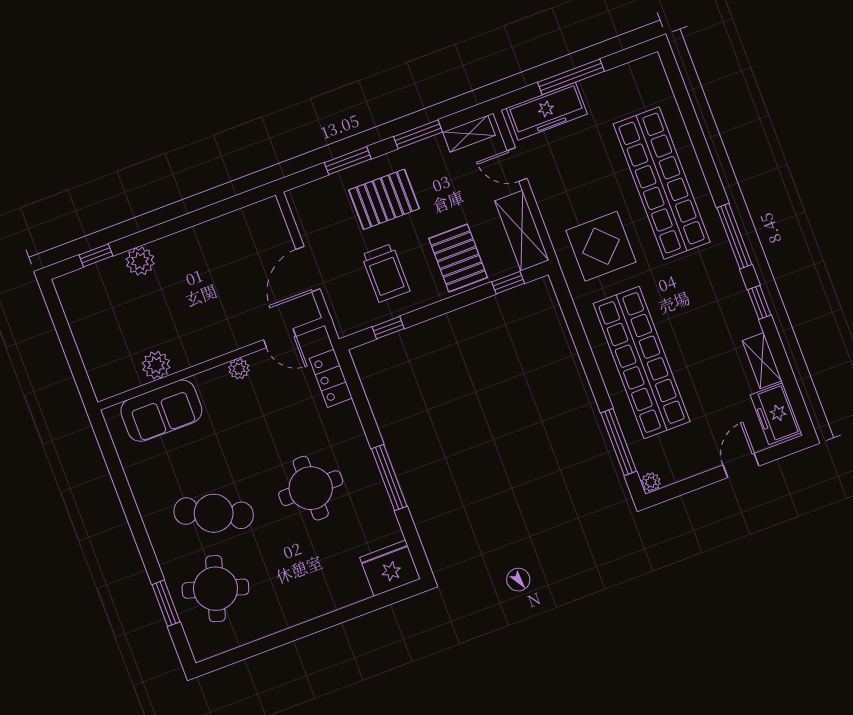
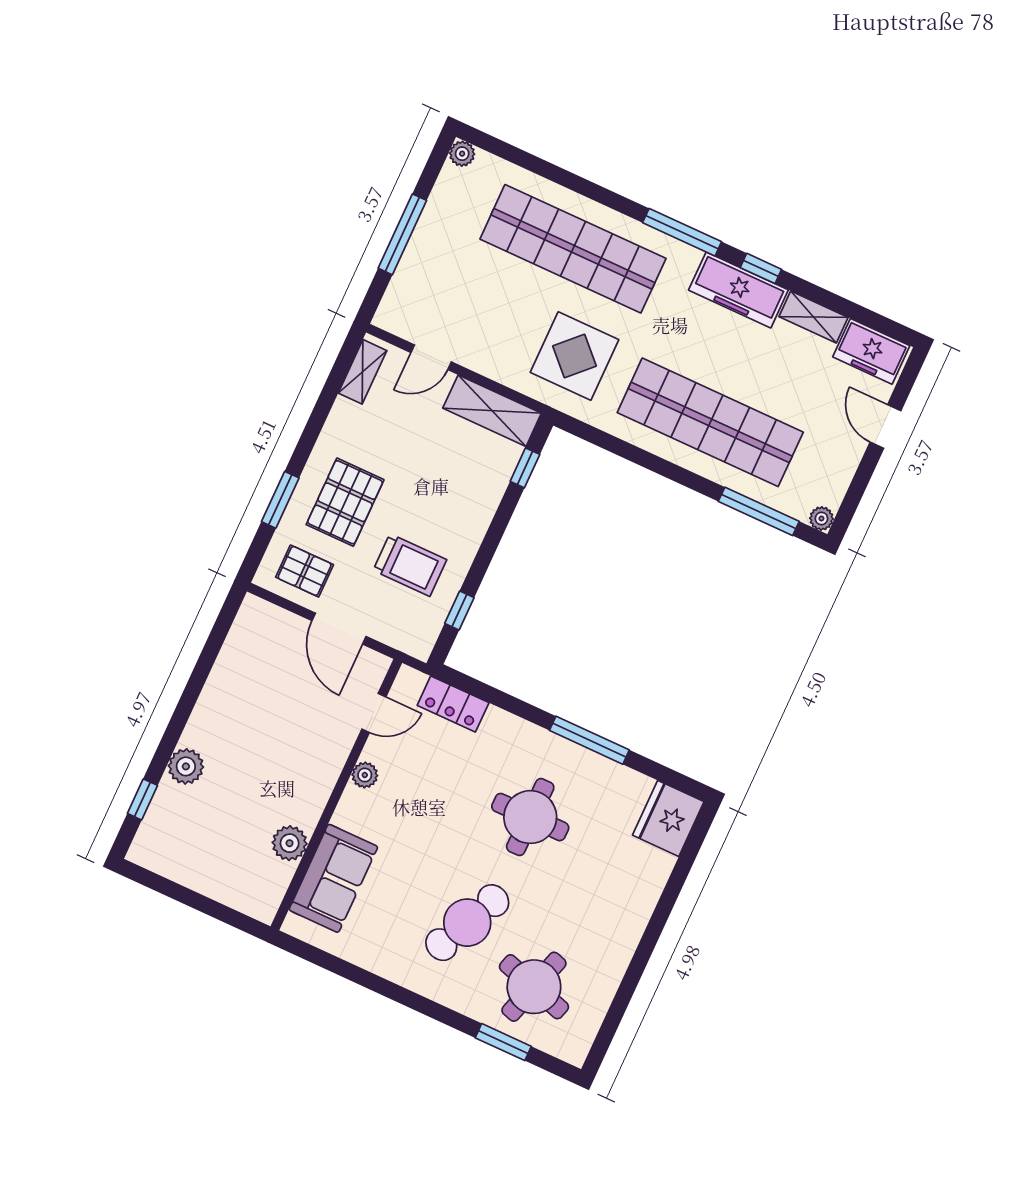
plant: (652, 64) -> (462, 154), added
freezer: (547, 111) -> (738, 290), moved, turned 90
window: (418, 134) -> (319, 416), removed
pallet: (458, 258) -> (305, 571), moved, width x0.67, depth x0.71

